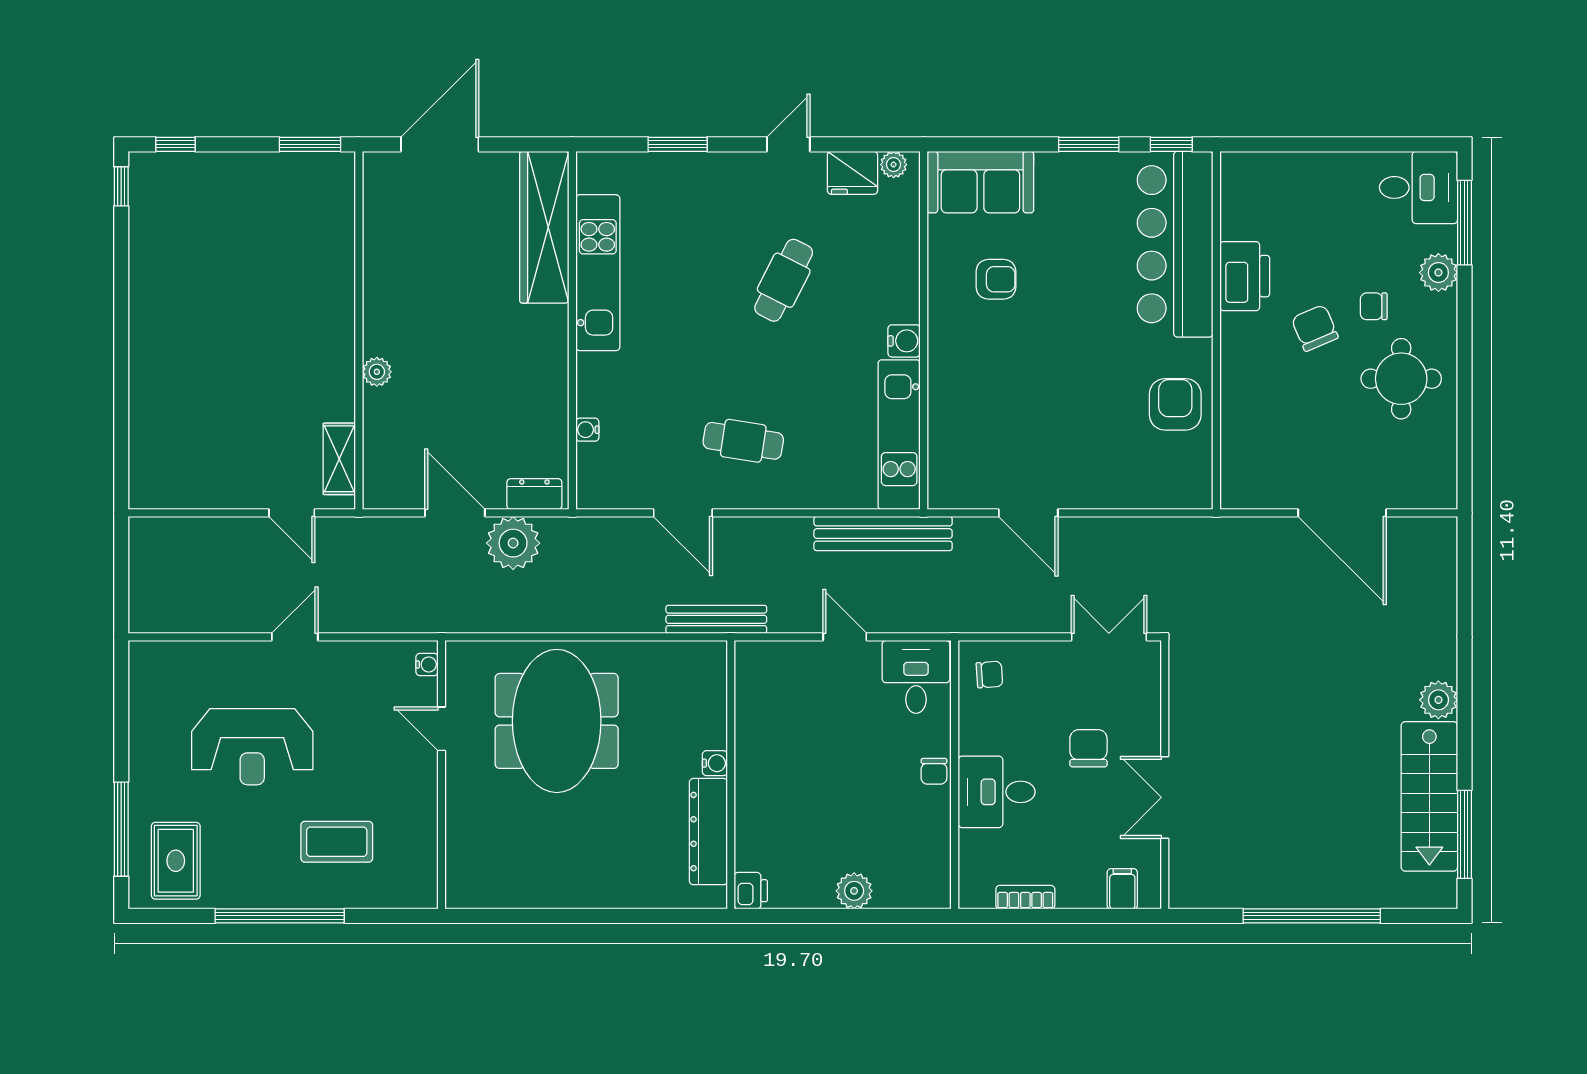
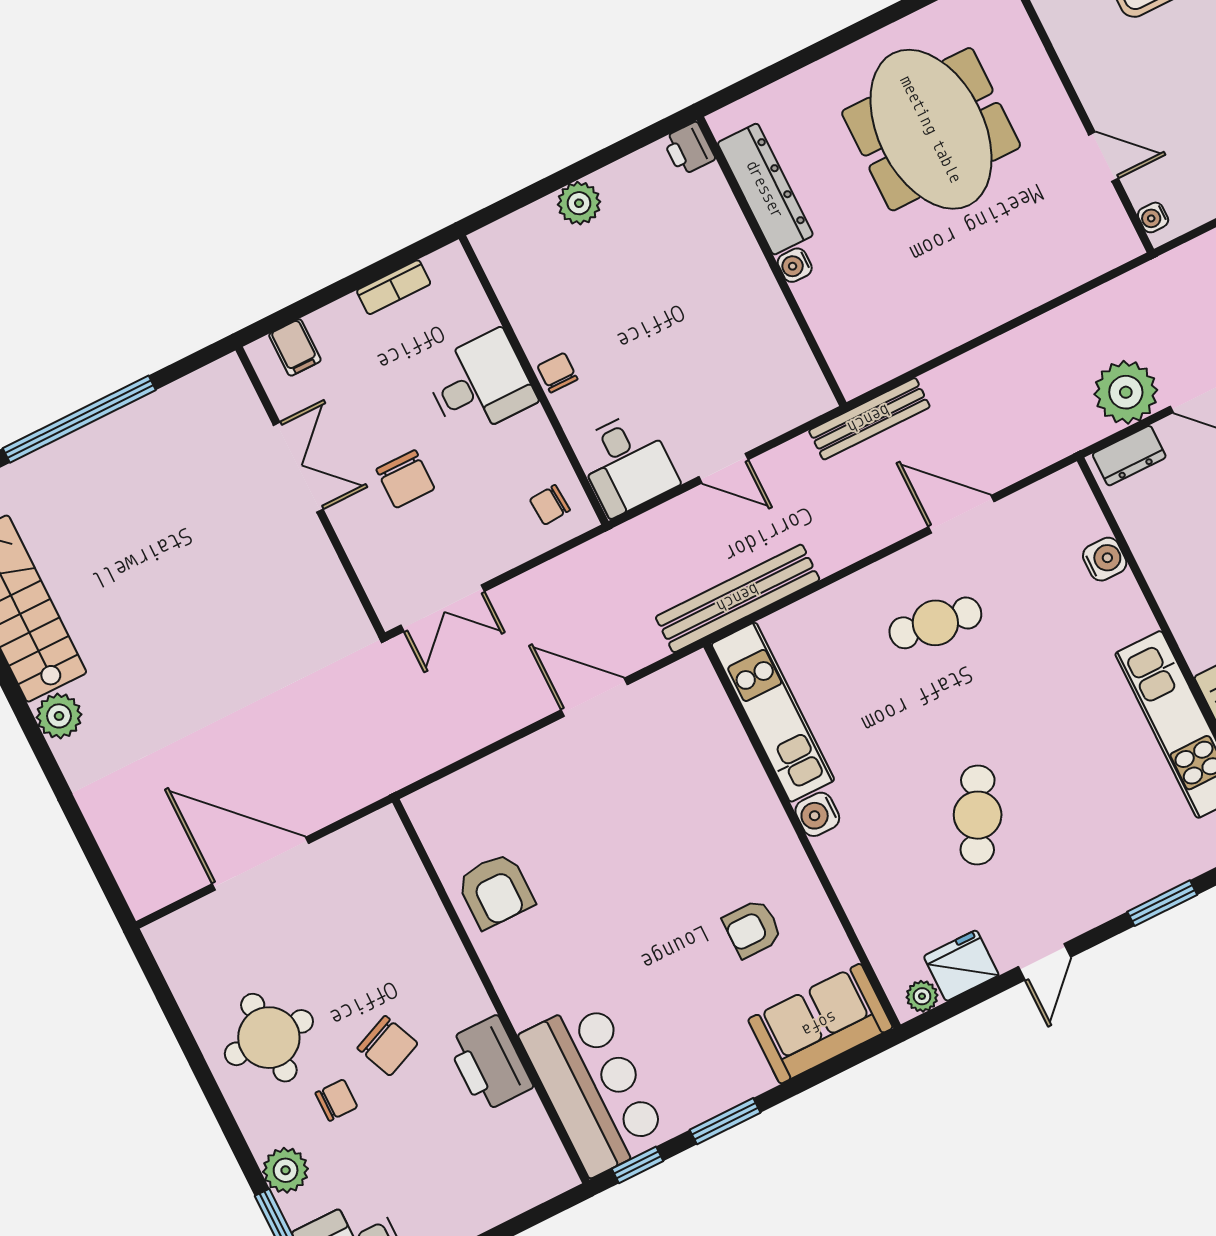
bar counter: (1175, 244) -> (594, 1087), width x0.73
water cooler: (587, 430) -> (1105, 559), width x1.38, depth x1.38
meeting table: (557, 721) -> (931, 129), moved

